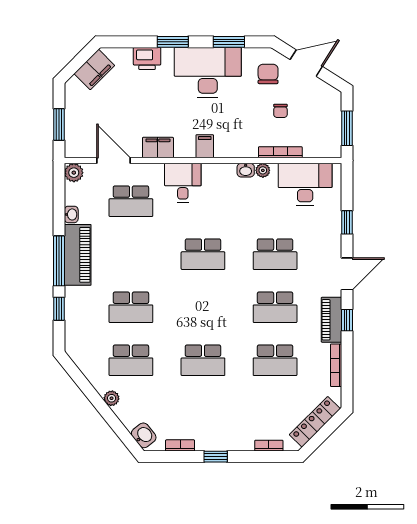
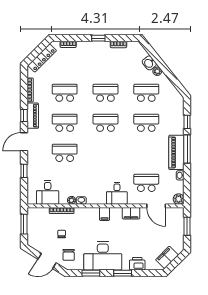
desk: (305, 184) -> (48, 192), width x0.73
school desk: (203, 254) -> (105, 123), moved
washbasin: (144, 435) -> (149, 63), moved

